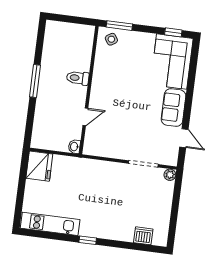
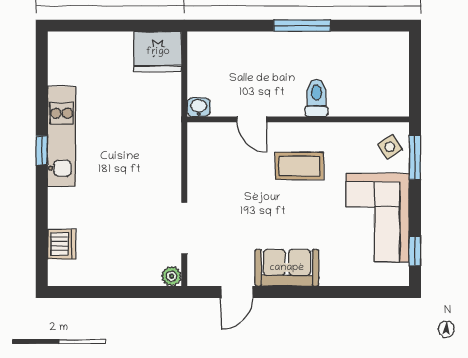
corner sofa: (172, 62) -> (378, 217), moved, turned -90
coffee table: (116, 93) -> (299, 166), added
kitchen unit: (50, 224) -> (62, 136), moved

